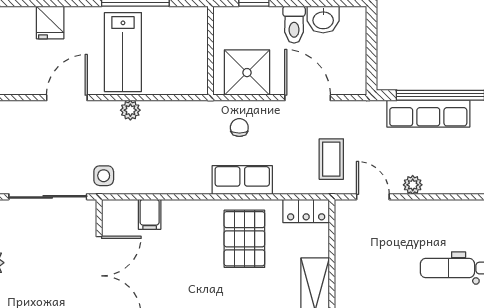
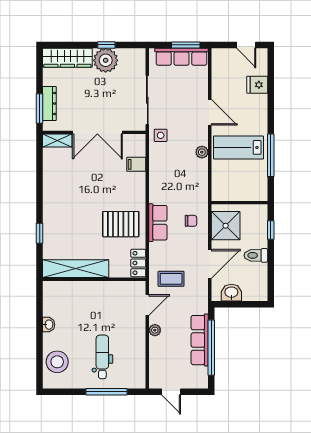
washbasin: (323, 20) -> (231, 293), moved, turned 90
fridge: (50, 22) -> (257, 85), moved

